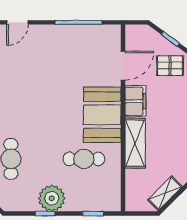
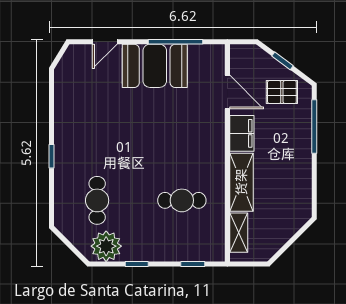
door: (123, 66) -> (227, 92), hinge flipped
booth: (102, 115) -> (155, 66), moved, turned 90
shelving: (165, 193) -> (239, 233), moved, turned -45
plant: (52, 198) -> (106, 246), moved

